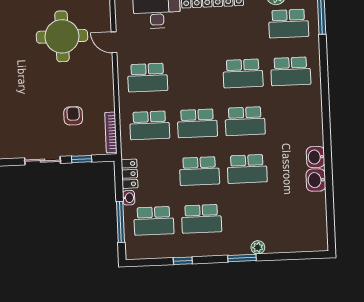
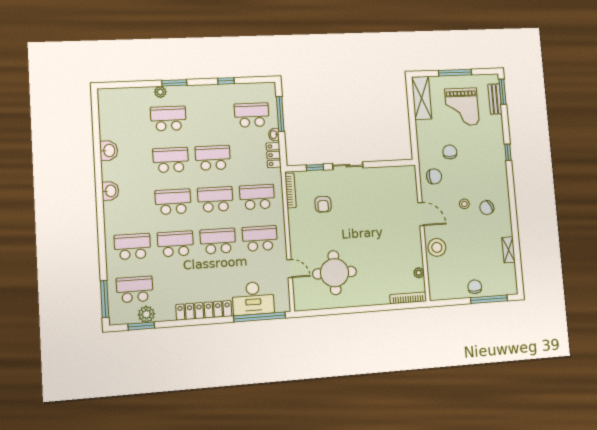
school desk: (195, 75) -> (218, 241), added
washbasin: (315, 157) -> (110, 191), moved
school desk: (201, 219) -> (168, 118), moved

